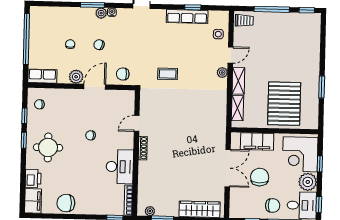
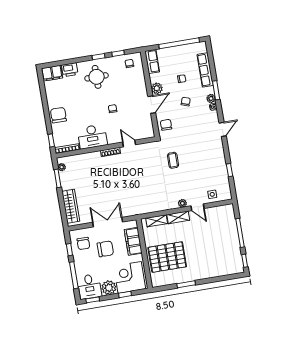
row of seats: (187, 16) -> (205, 70), moved
trolley: (244, 20) -> (227, 213), removed
door: (95, 87) -> (152, 105), hinge flipped
double door: (228, 168) -> (108, 222), swing flipped
chair: (66, 203) -> (58, 115), moved
chair: (273, 206) -> (83, 243), moved

